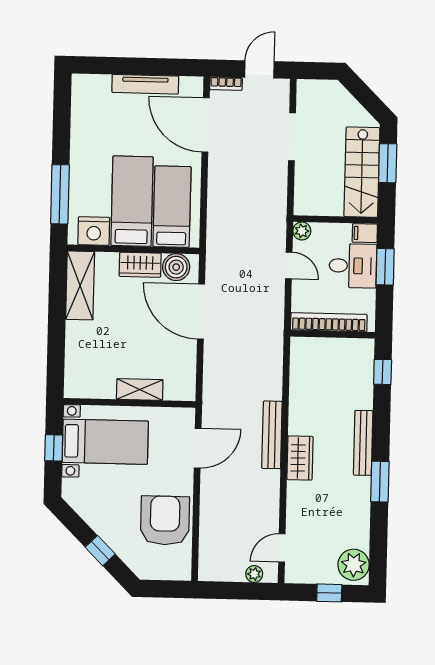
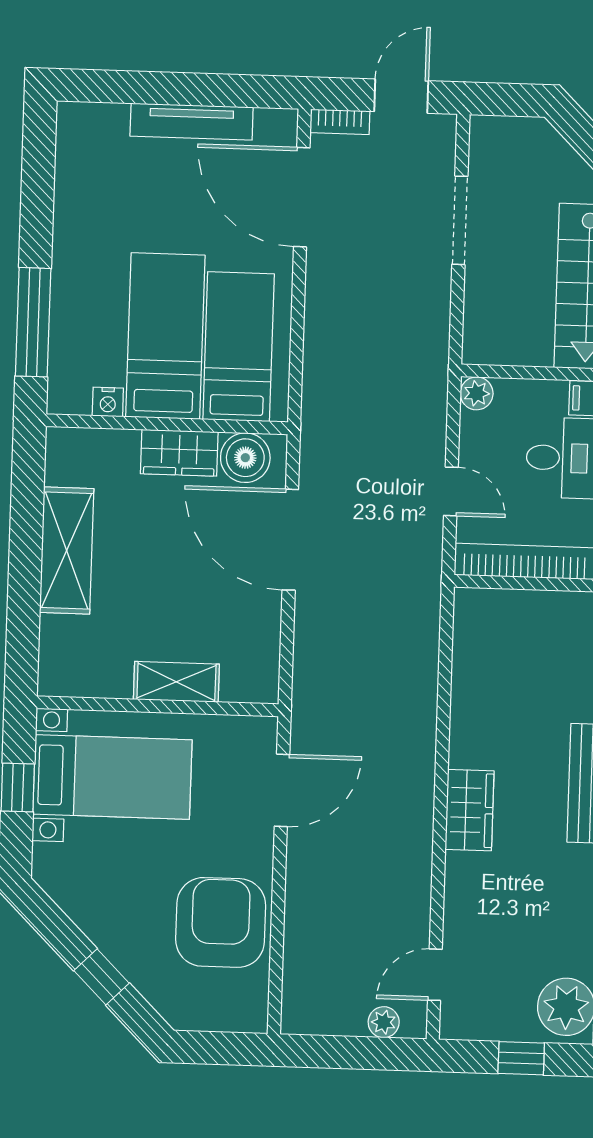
nightstand: (94, 231) -> (108, 402), width x0.53, depth x0.56
door: (289, 266) -> (451, 491), moved
shelving: (80, 285) -> (67, 551), moved
bench: (272, 435) -> (418, 767), removed

